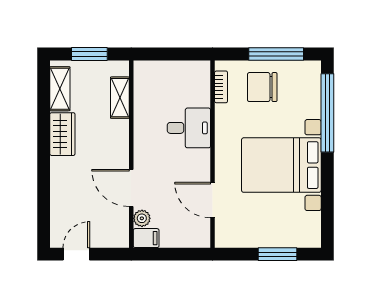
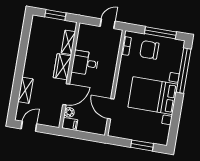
door: (182, 54) -> (108, 24), added
shelving: (60, 89) -> (25, 90), moved
desk: (189, 128) -> (85, 63), moved, turned 180
wardrobe: (62, 134) -> (62, 67), moved, turned 180
door: (131, 188) -> (66, 94), swing flipped

